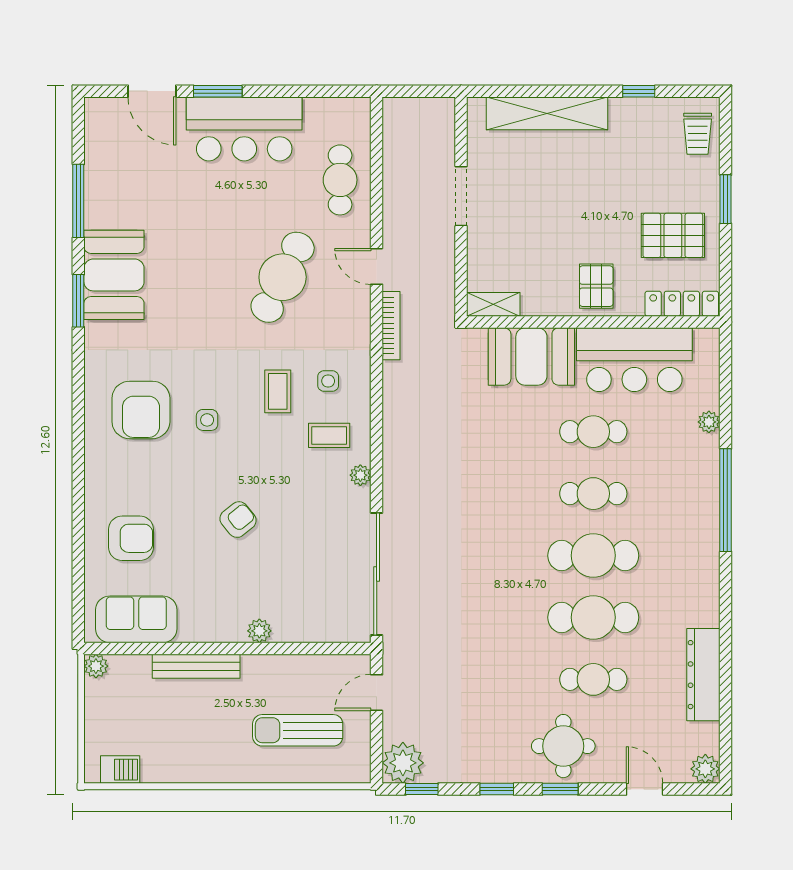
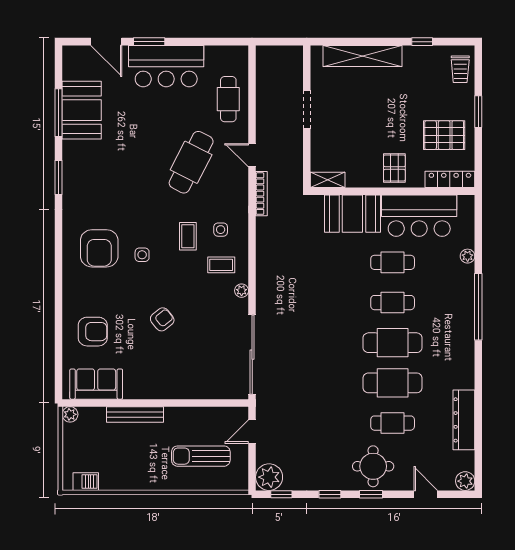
booth: (114, 275) -> (82, 110), moved
plant: (259, 631) -> (176, 392), removed

